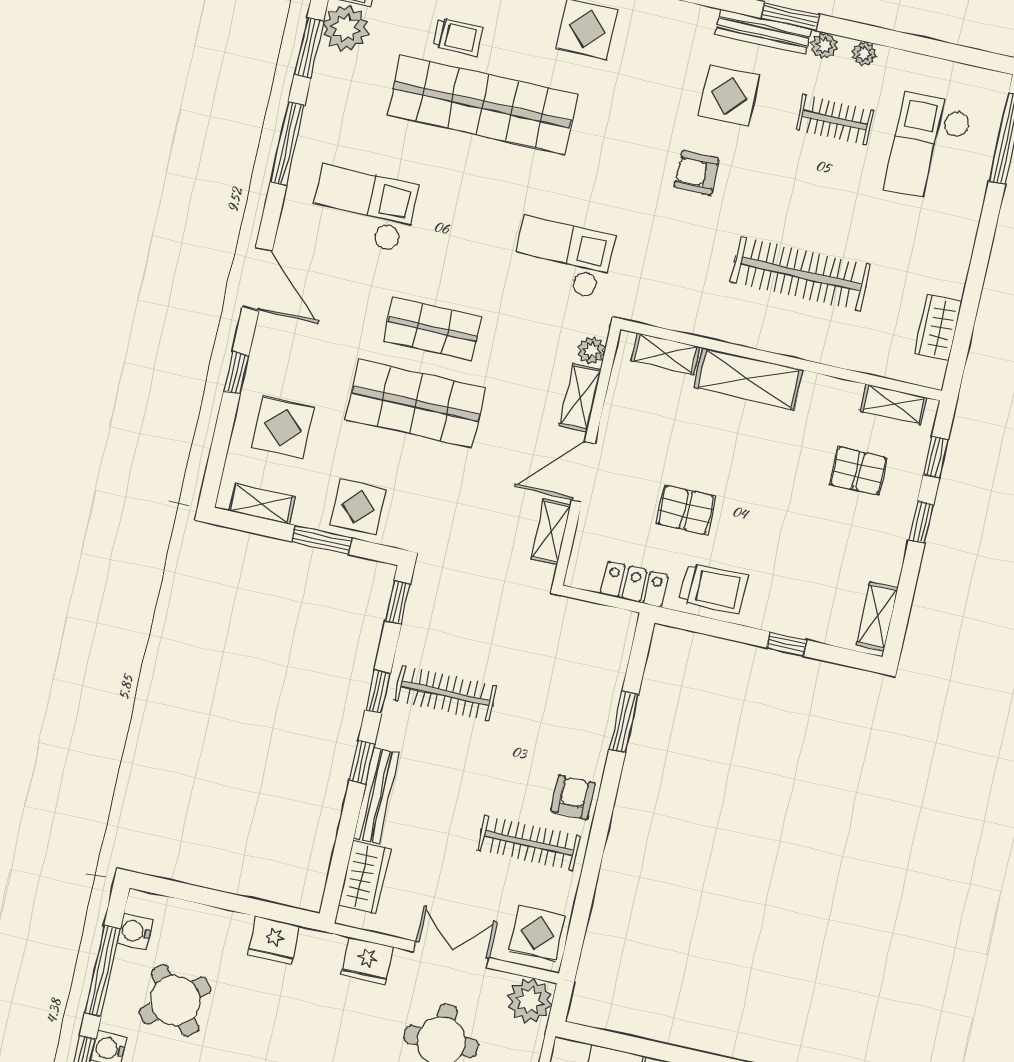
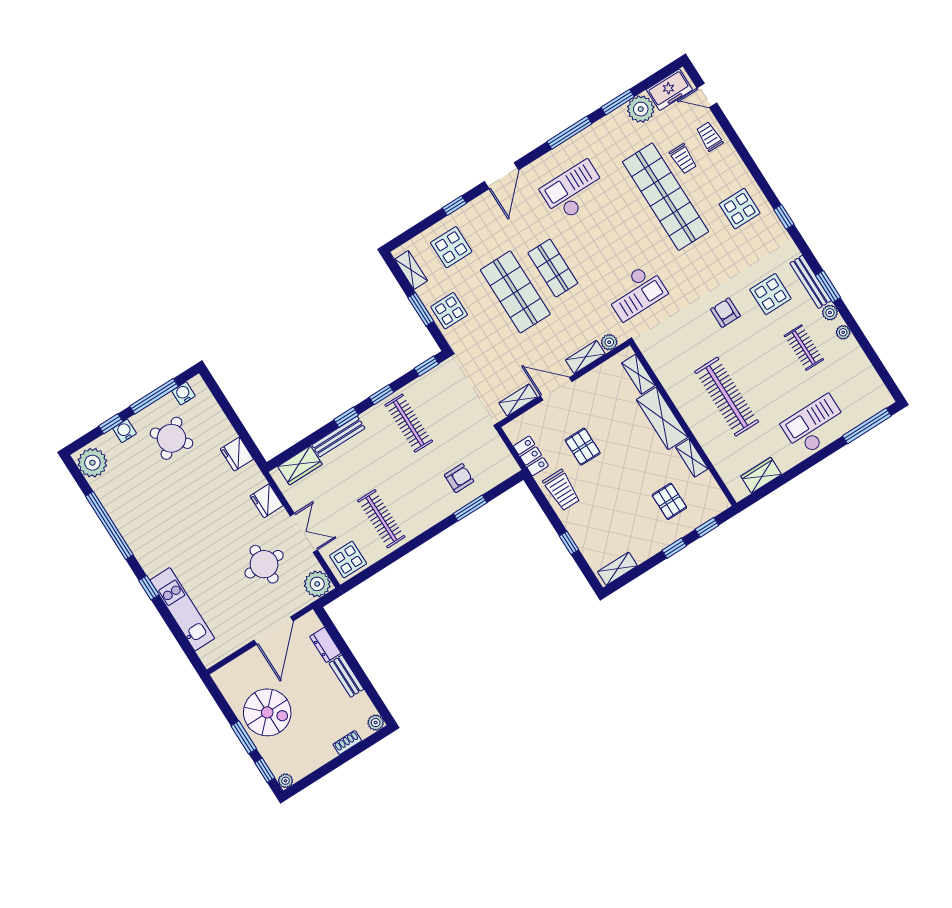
checkout: (928, 147) -> (815, 425), moved
checkout: (364, 209) -> (574, 191), turned -90
checkout: (563, 257) -> (636, 292), turned 90
shelving: (893, 404) -> (692, 458), moved
armchair: (573, 797) -> (459, 478), moved

